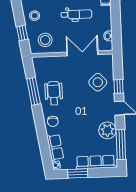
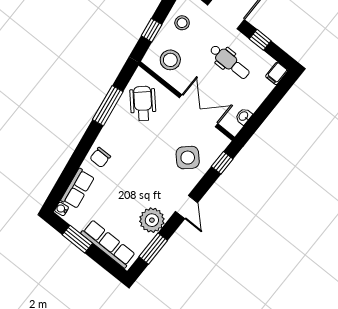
window: (118, 86) -> (222, 163), moved
wheelchair: (54, 93) -> (143, 103), moved, turned -42
window: (121, 144) -> (153, 249), width x0.69

